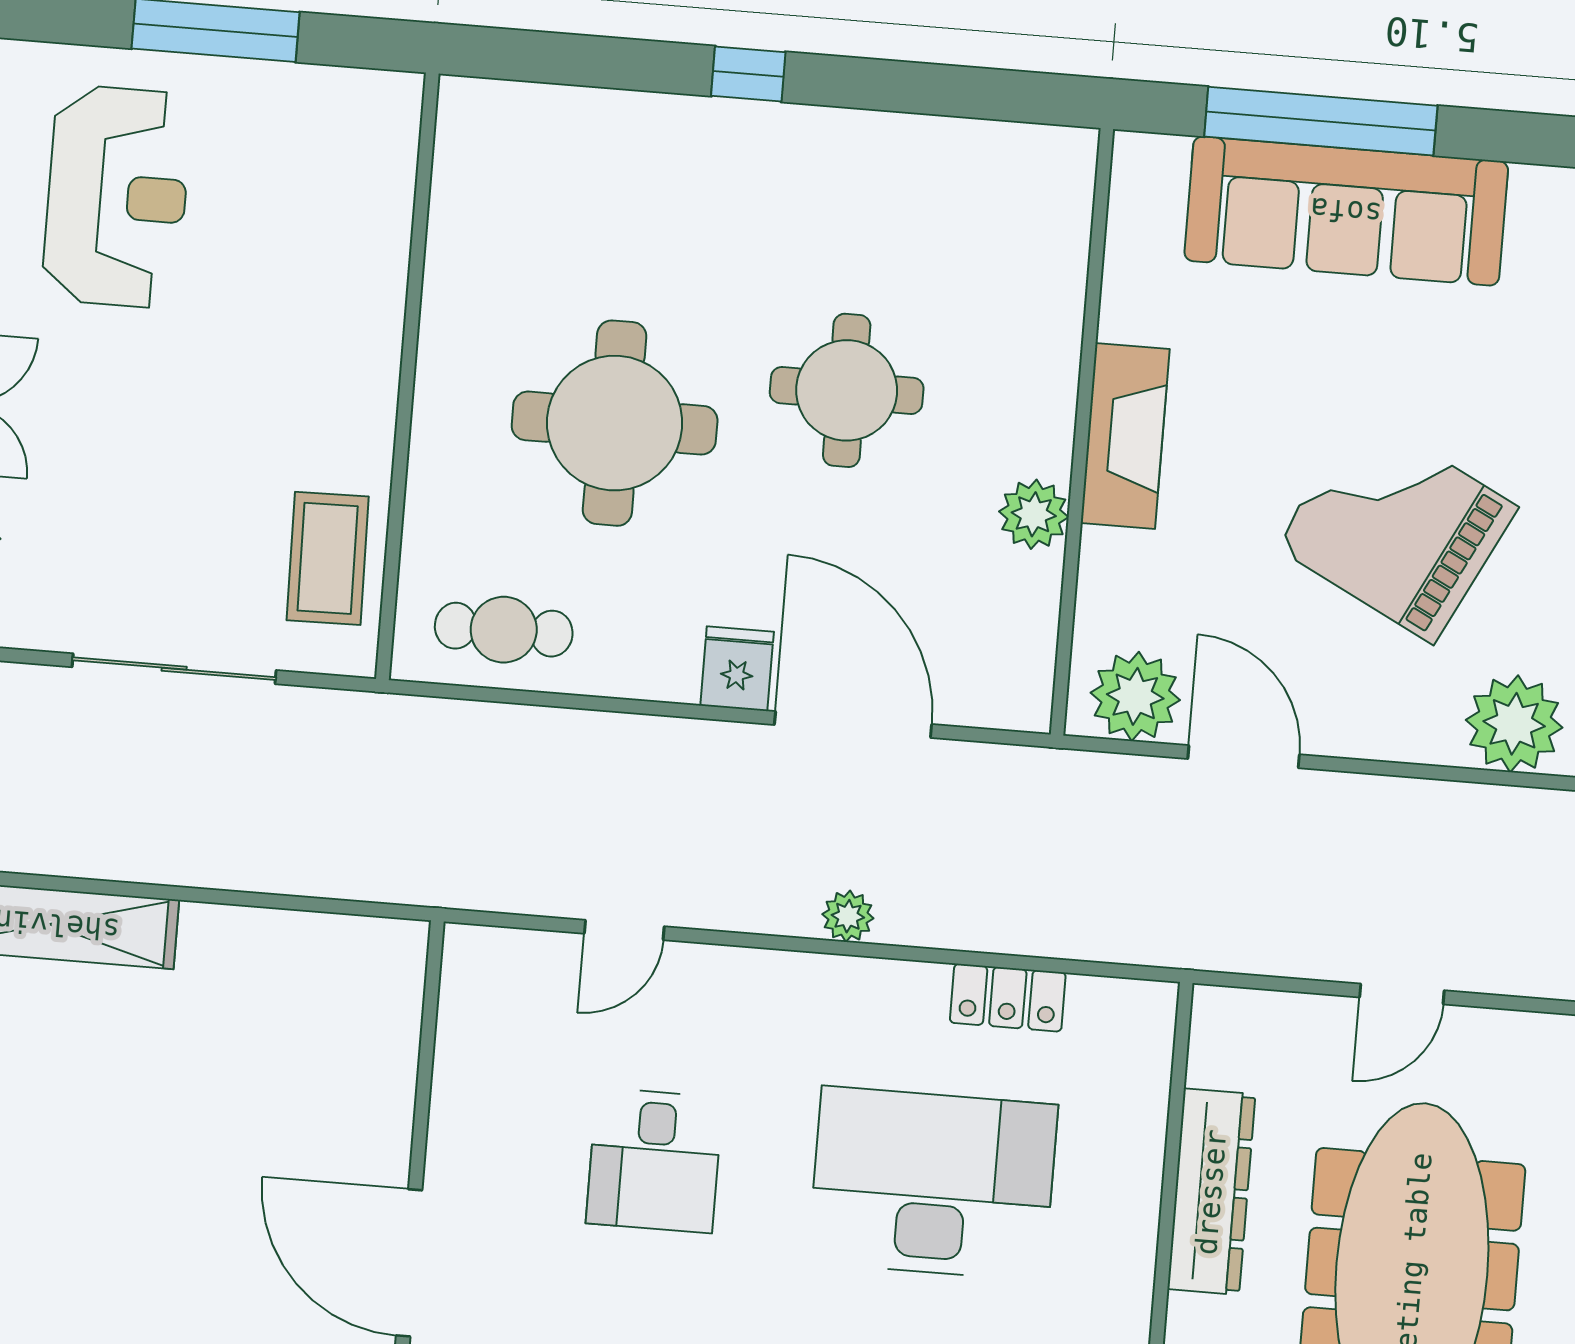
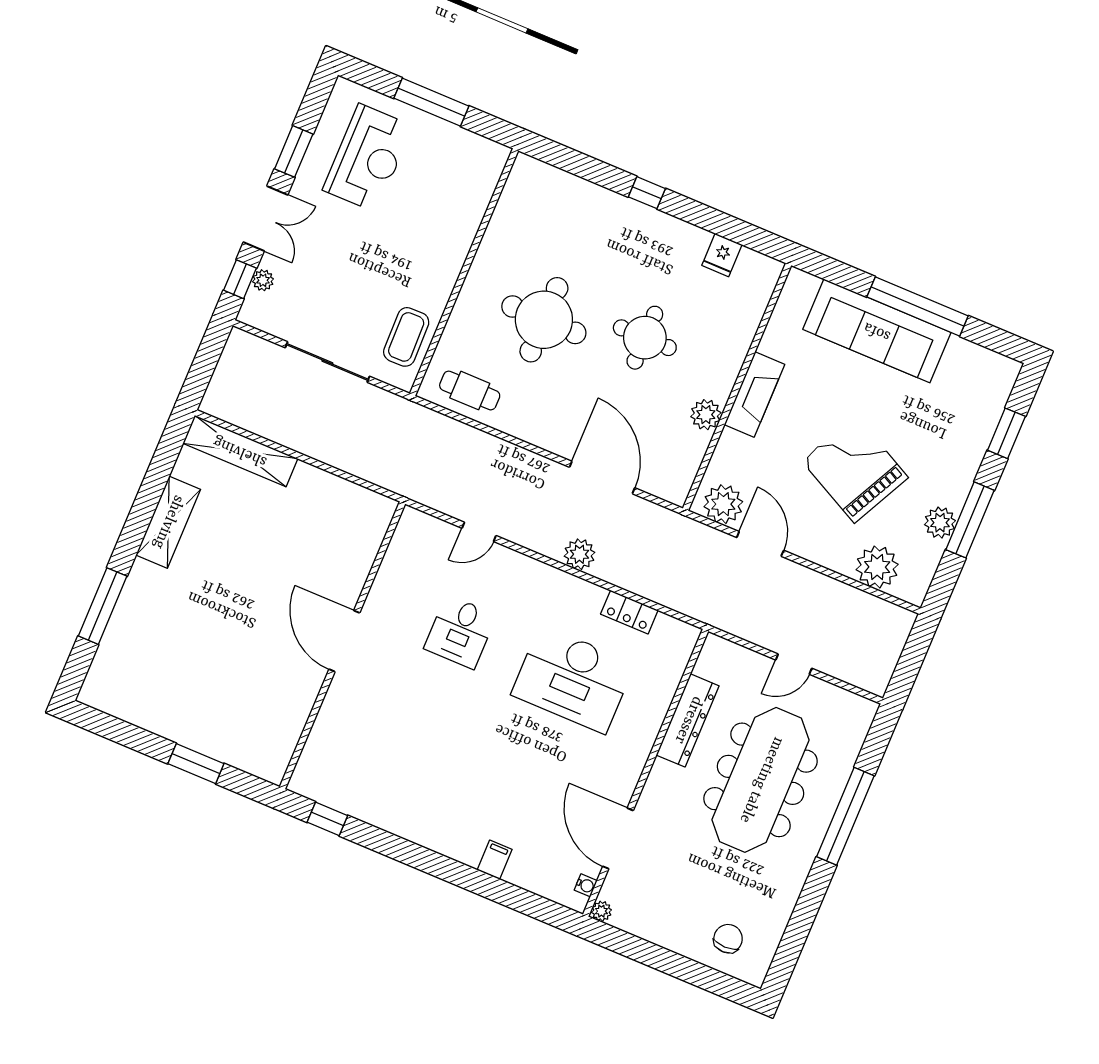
window: (1321, 121) -> (918, 306), moved
fridge: (737, 669) -> (722, 255), moved, turned 180
plant: (848, 916) -> (579, 554), width x1.38, depth x1.38
desk: (933, 1183) -> (573, 679), turned 180

